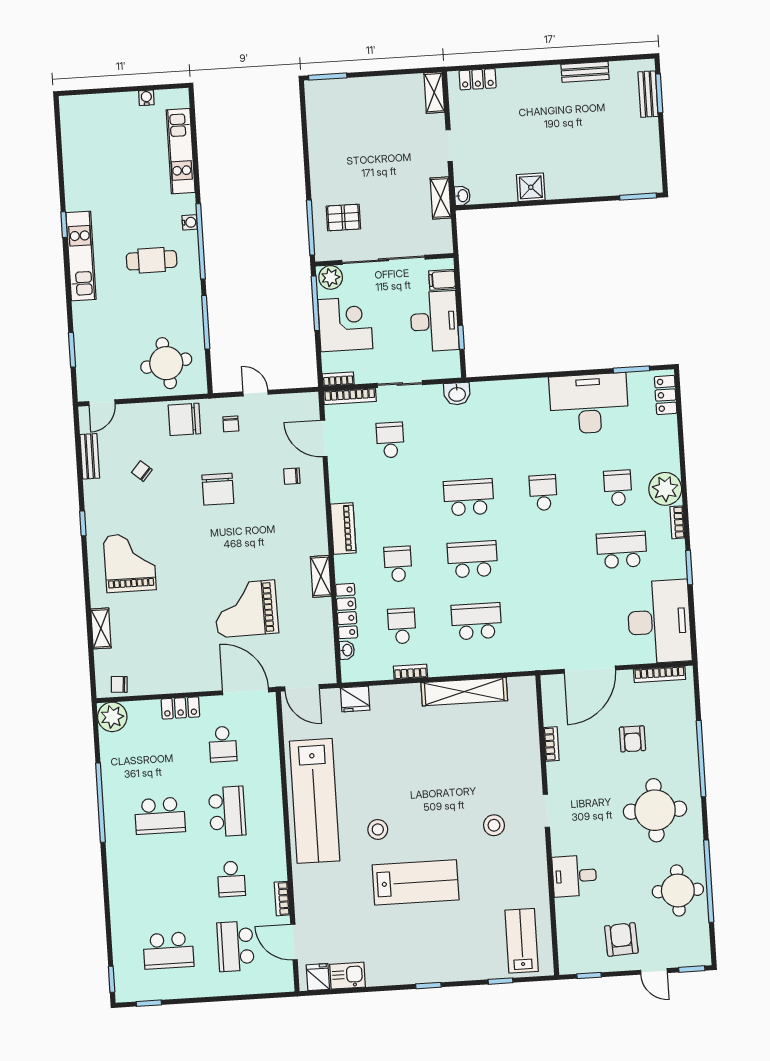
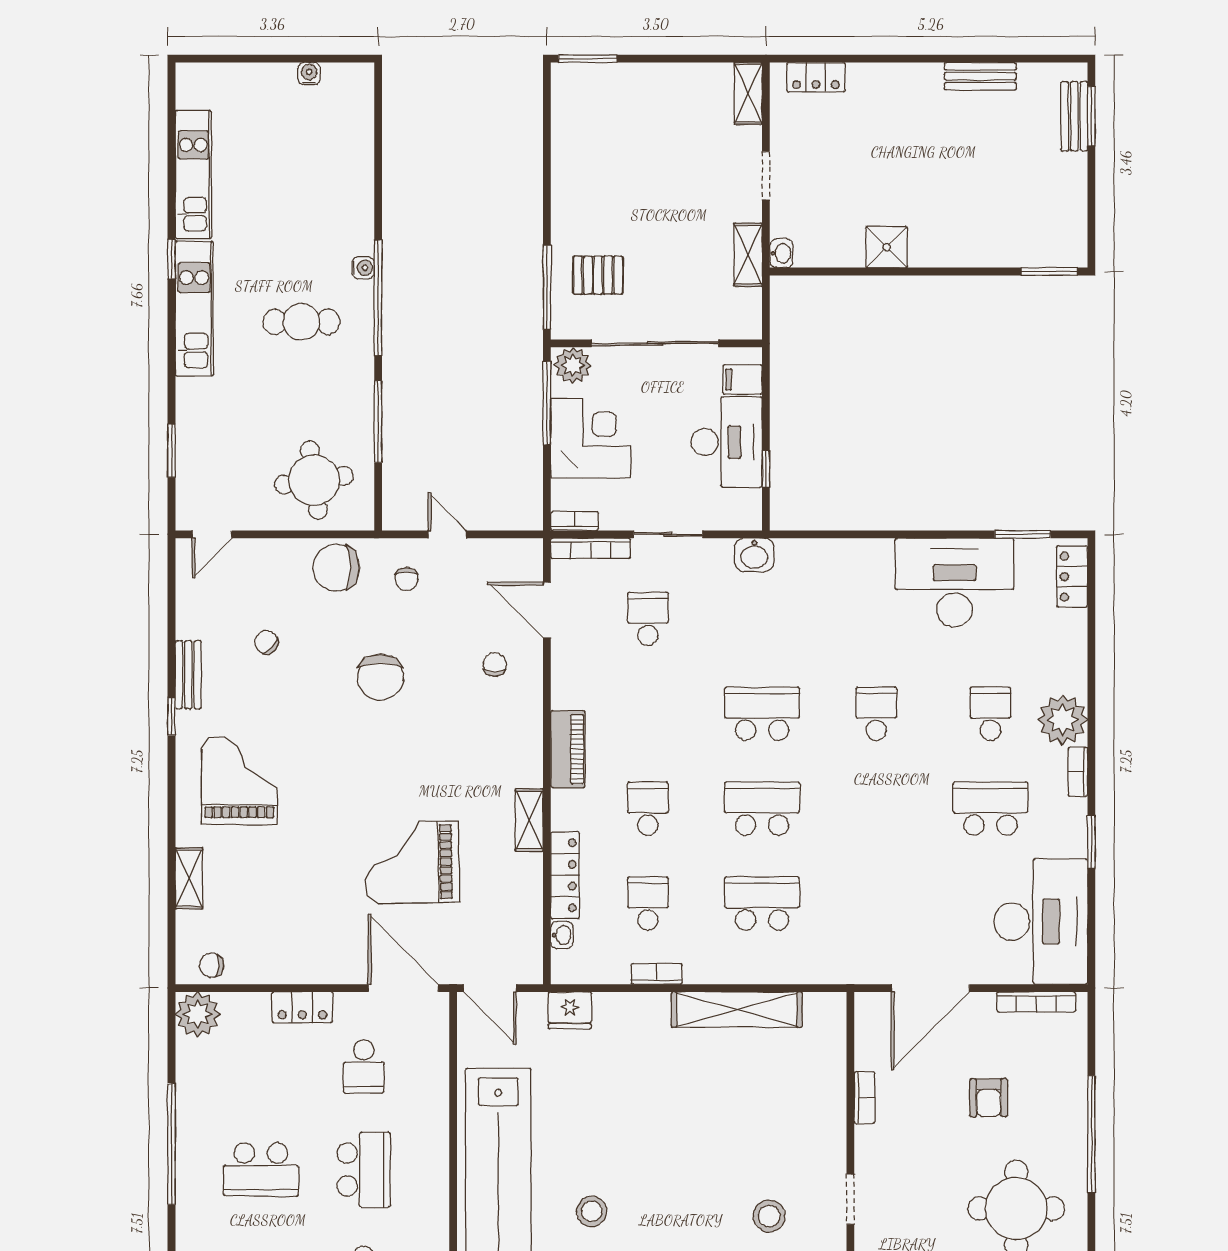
kitchen unit: (181, 151) -> (193, 174), moved, turned 180
bench: (90, 456) -> (188, 675), moved
chair: (292, 476) -> (495, 665), turned 90

